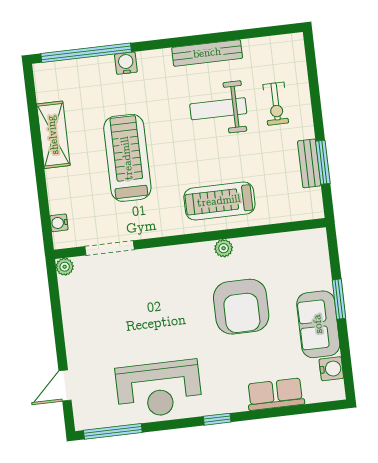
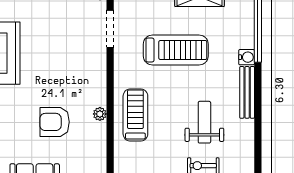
bench: (207, 53) -> (247, 92), moved
armchair: (241, 307) -> (55, 122), width x0.73, depth x0.73

